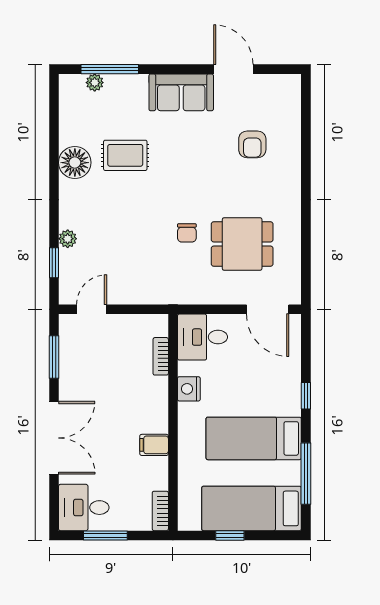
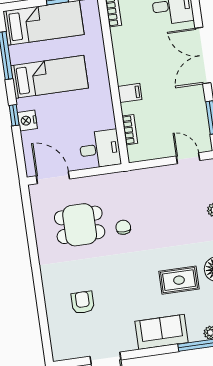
sofa: (181, 92) -> (162, 332), moved
door: (92, 309) -> (188, 158), swing flipped
nightstand: (189, 389) -> (27, 120), moved, turned 180
filing cabinet: (154, 445) -> (130, 93), moved

